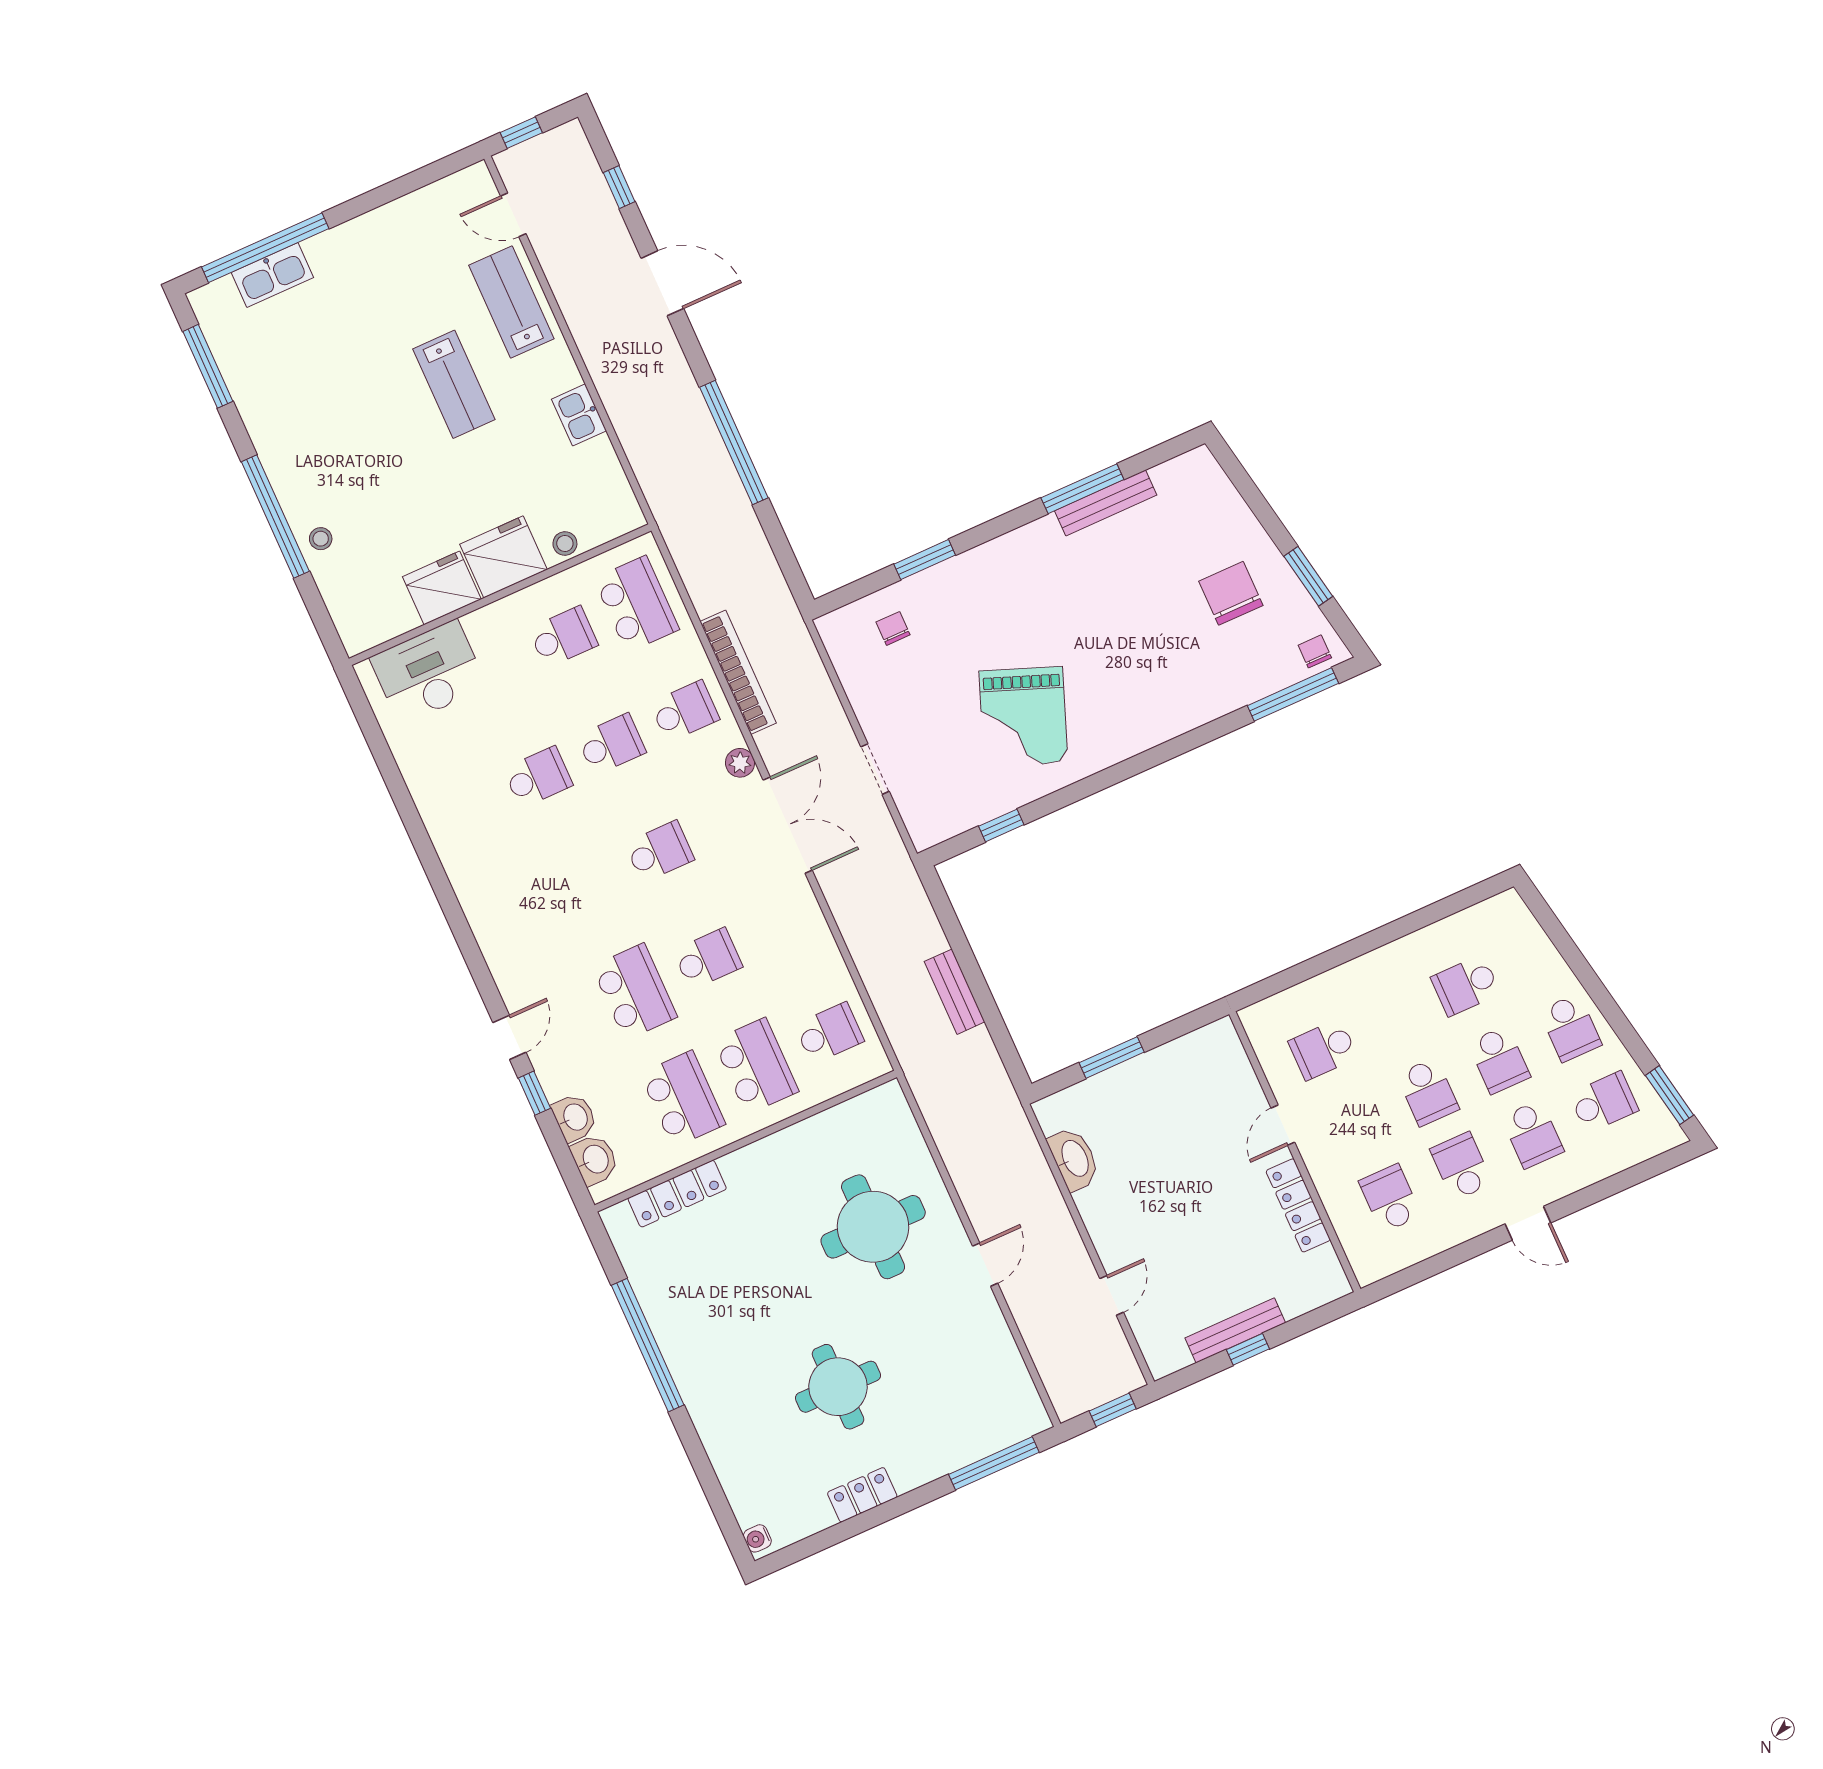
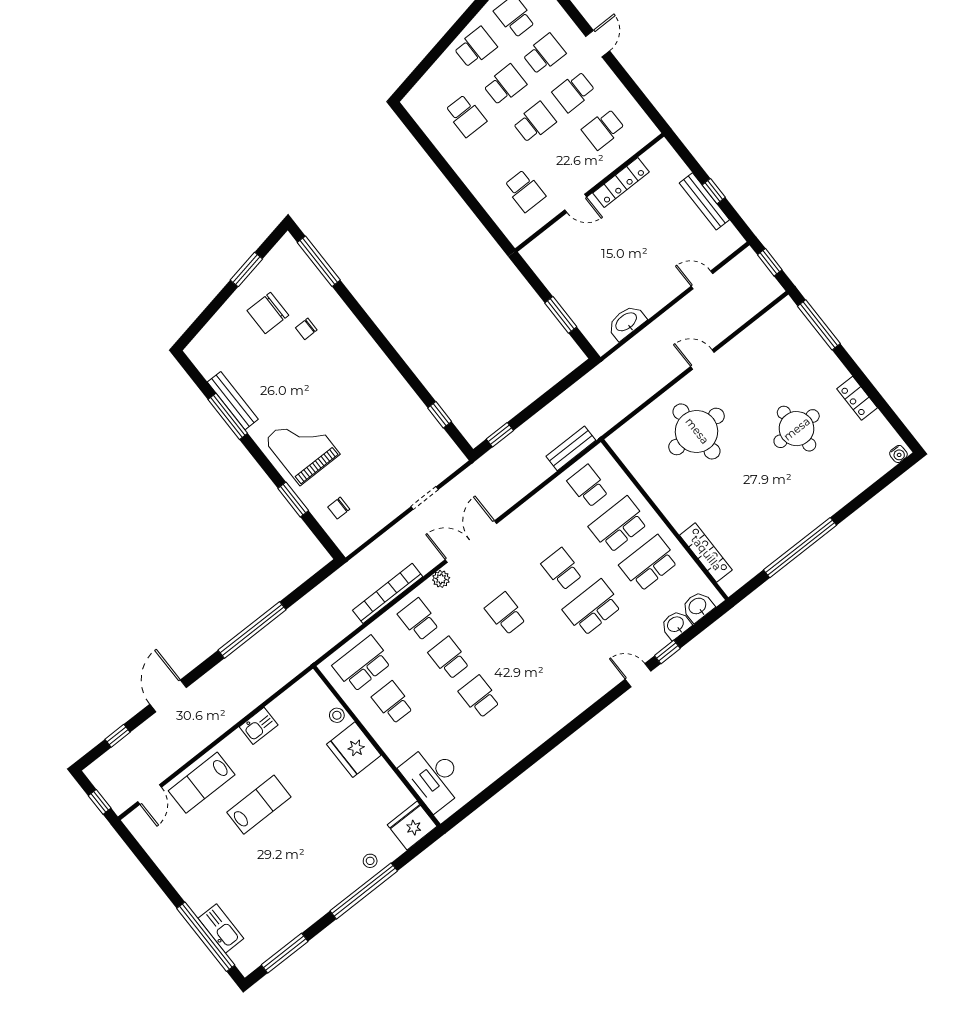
fridge: (442, 588) -> (412, 826), moved, turned 90
chair: (1315, 651) -> (306, 329), moved
grand piano: (1023, 717) -> (302, 447), moved, turned -111
window: (946, 913) -> (500, 435), added
bench: (955, 992) -> (571, 448), moved

